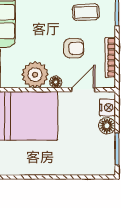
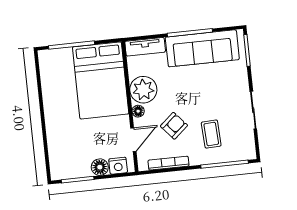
armchair: (74, 48) -> (174, 126), turned -131
door: (83, 90) -> (133, 140), hinge flipped

